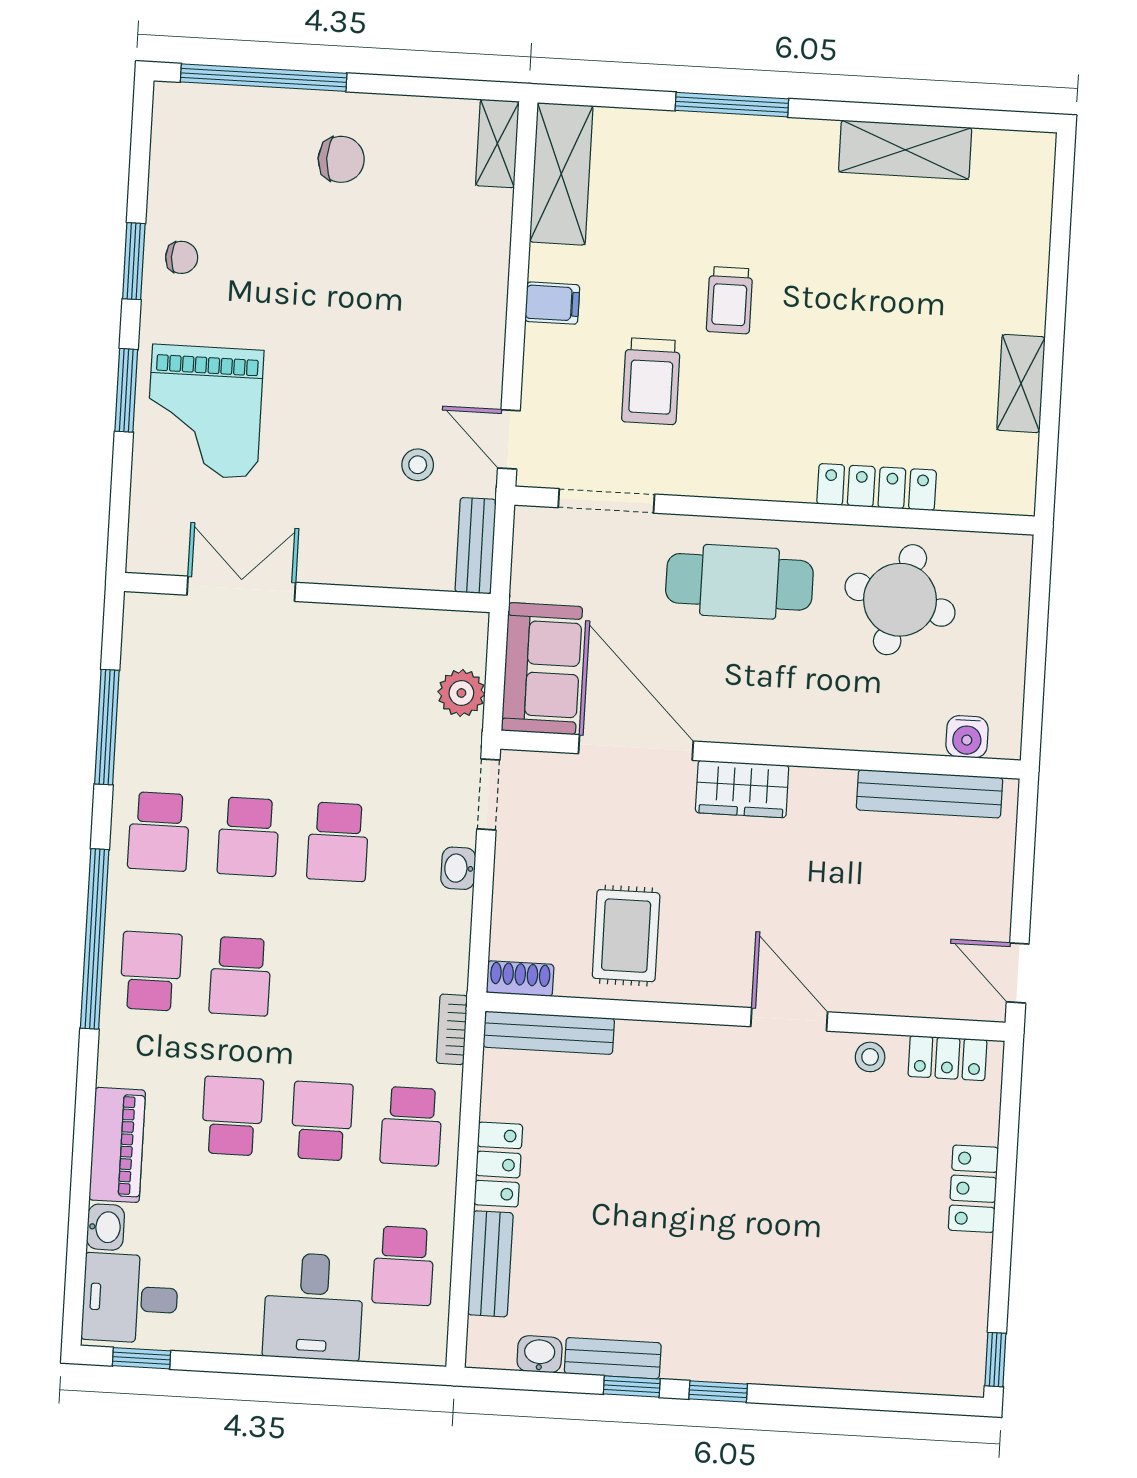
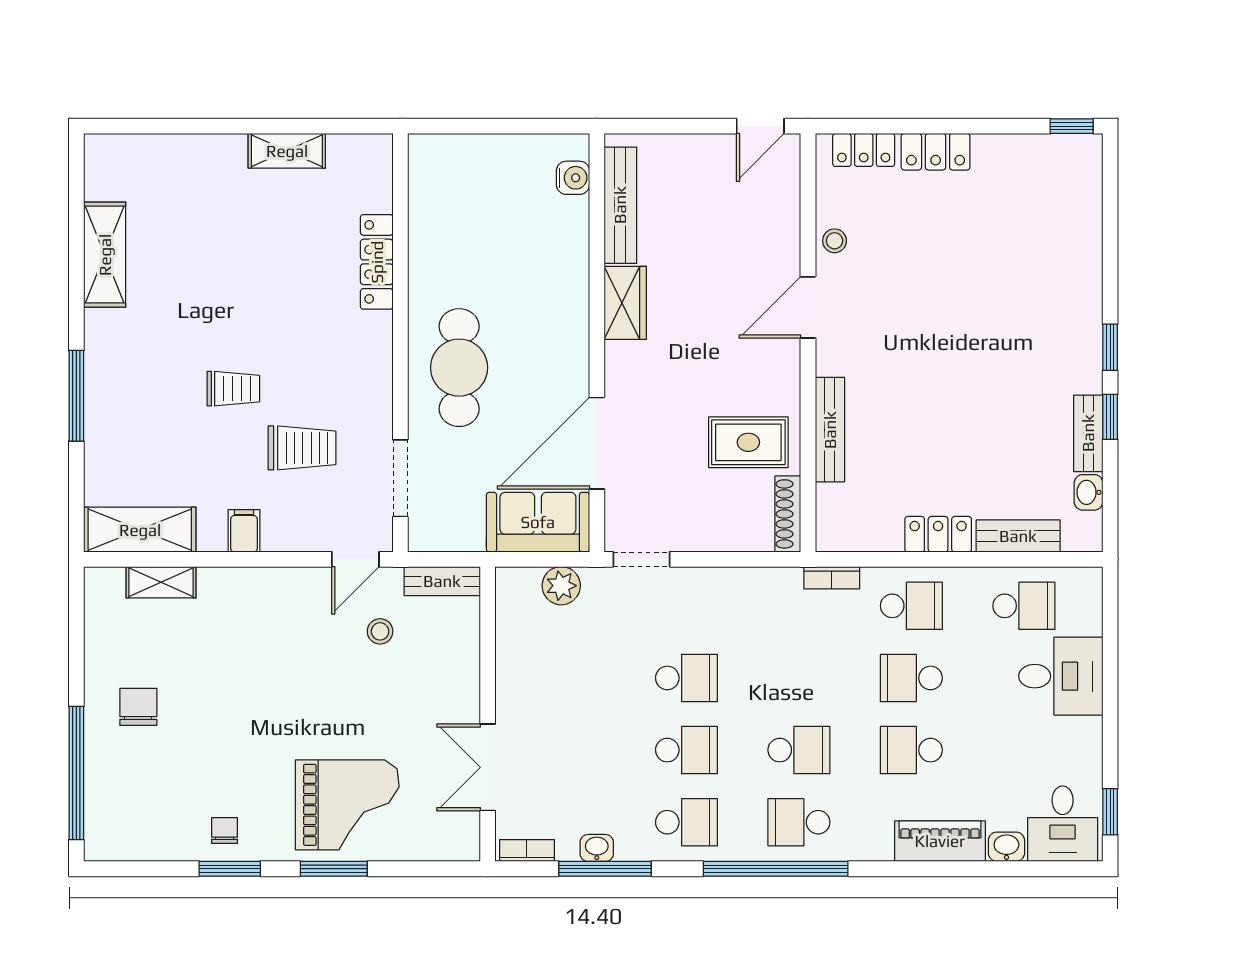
shelving: (497, 144) -> (161, 582), moved
round table: (900, 600) -> (466, 238), removed
bookcase: (135, 632) -> (527, 850), added
wardrobe: (742, 789) -> (625, 303), moved
washbasin: (458, 868) -> (597, 848), moved, turned 180
shoe rack: (520, 979) -> (788, 514), width x1.43
bench: (549, 1033) -> (830, 430), moved
locker: (947, 1058) -> (864, 150), moved, turned 90

